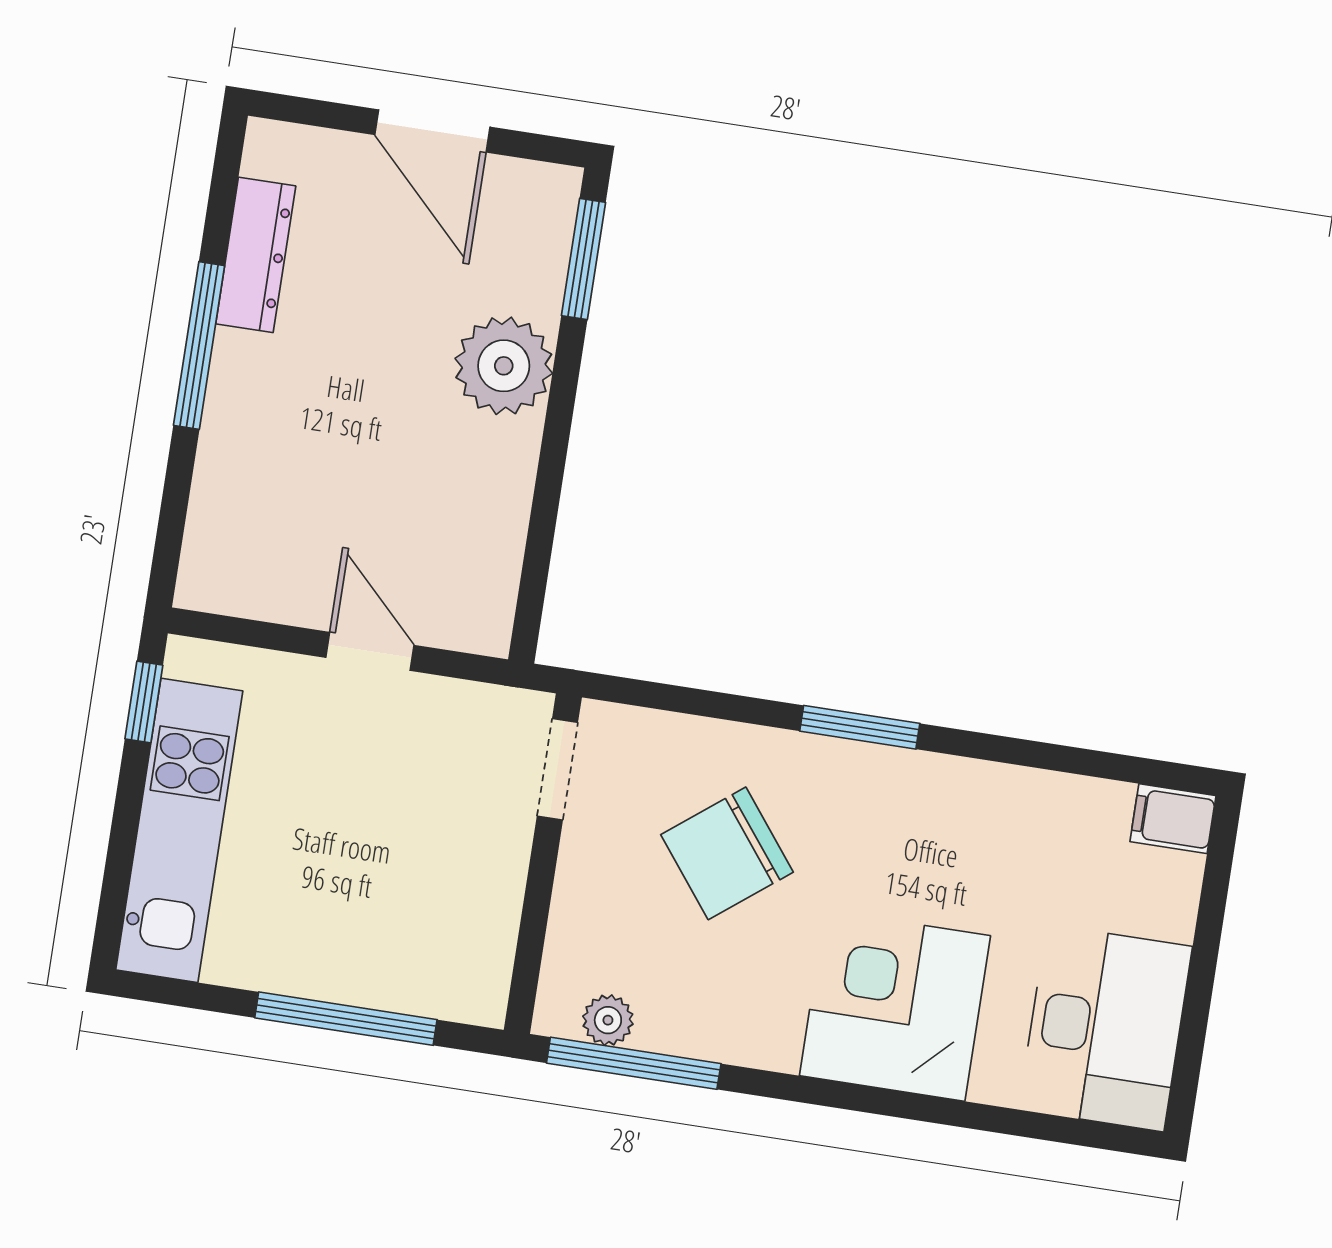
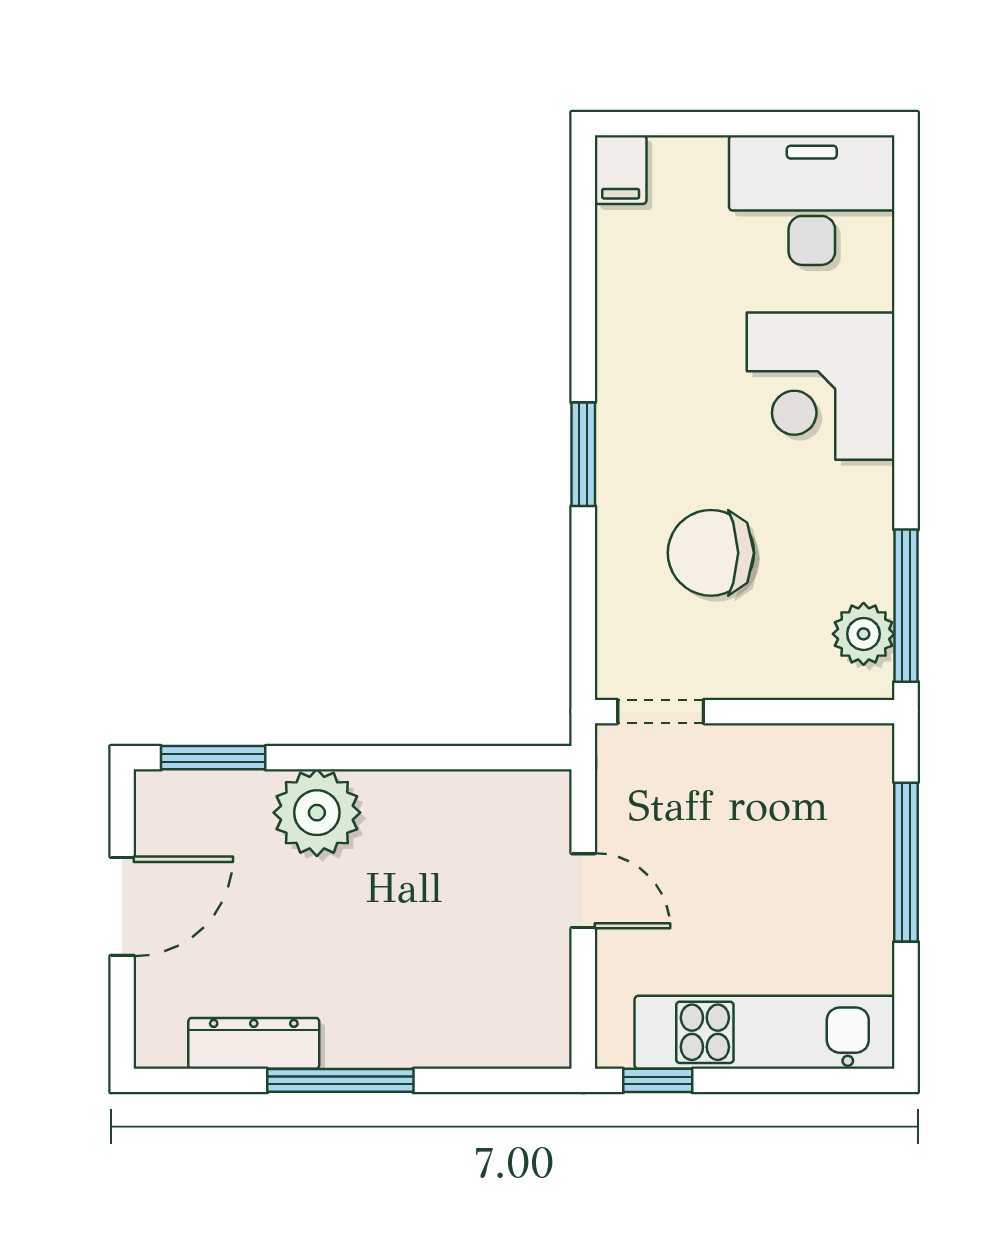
door: (370, 651) -> (583, 891), swing flipped
chair: (727, 853) -> (711, 553), turned 128
plant: (608, 1020) -> (864, 634), width x1.38, depth x1.38

